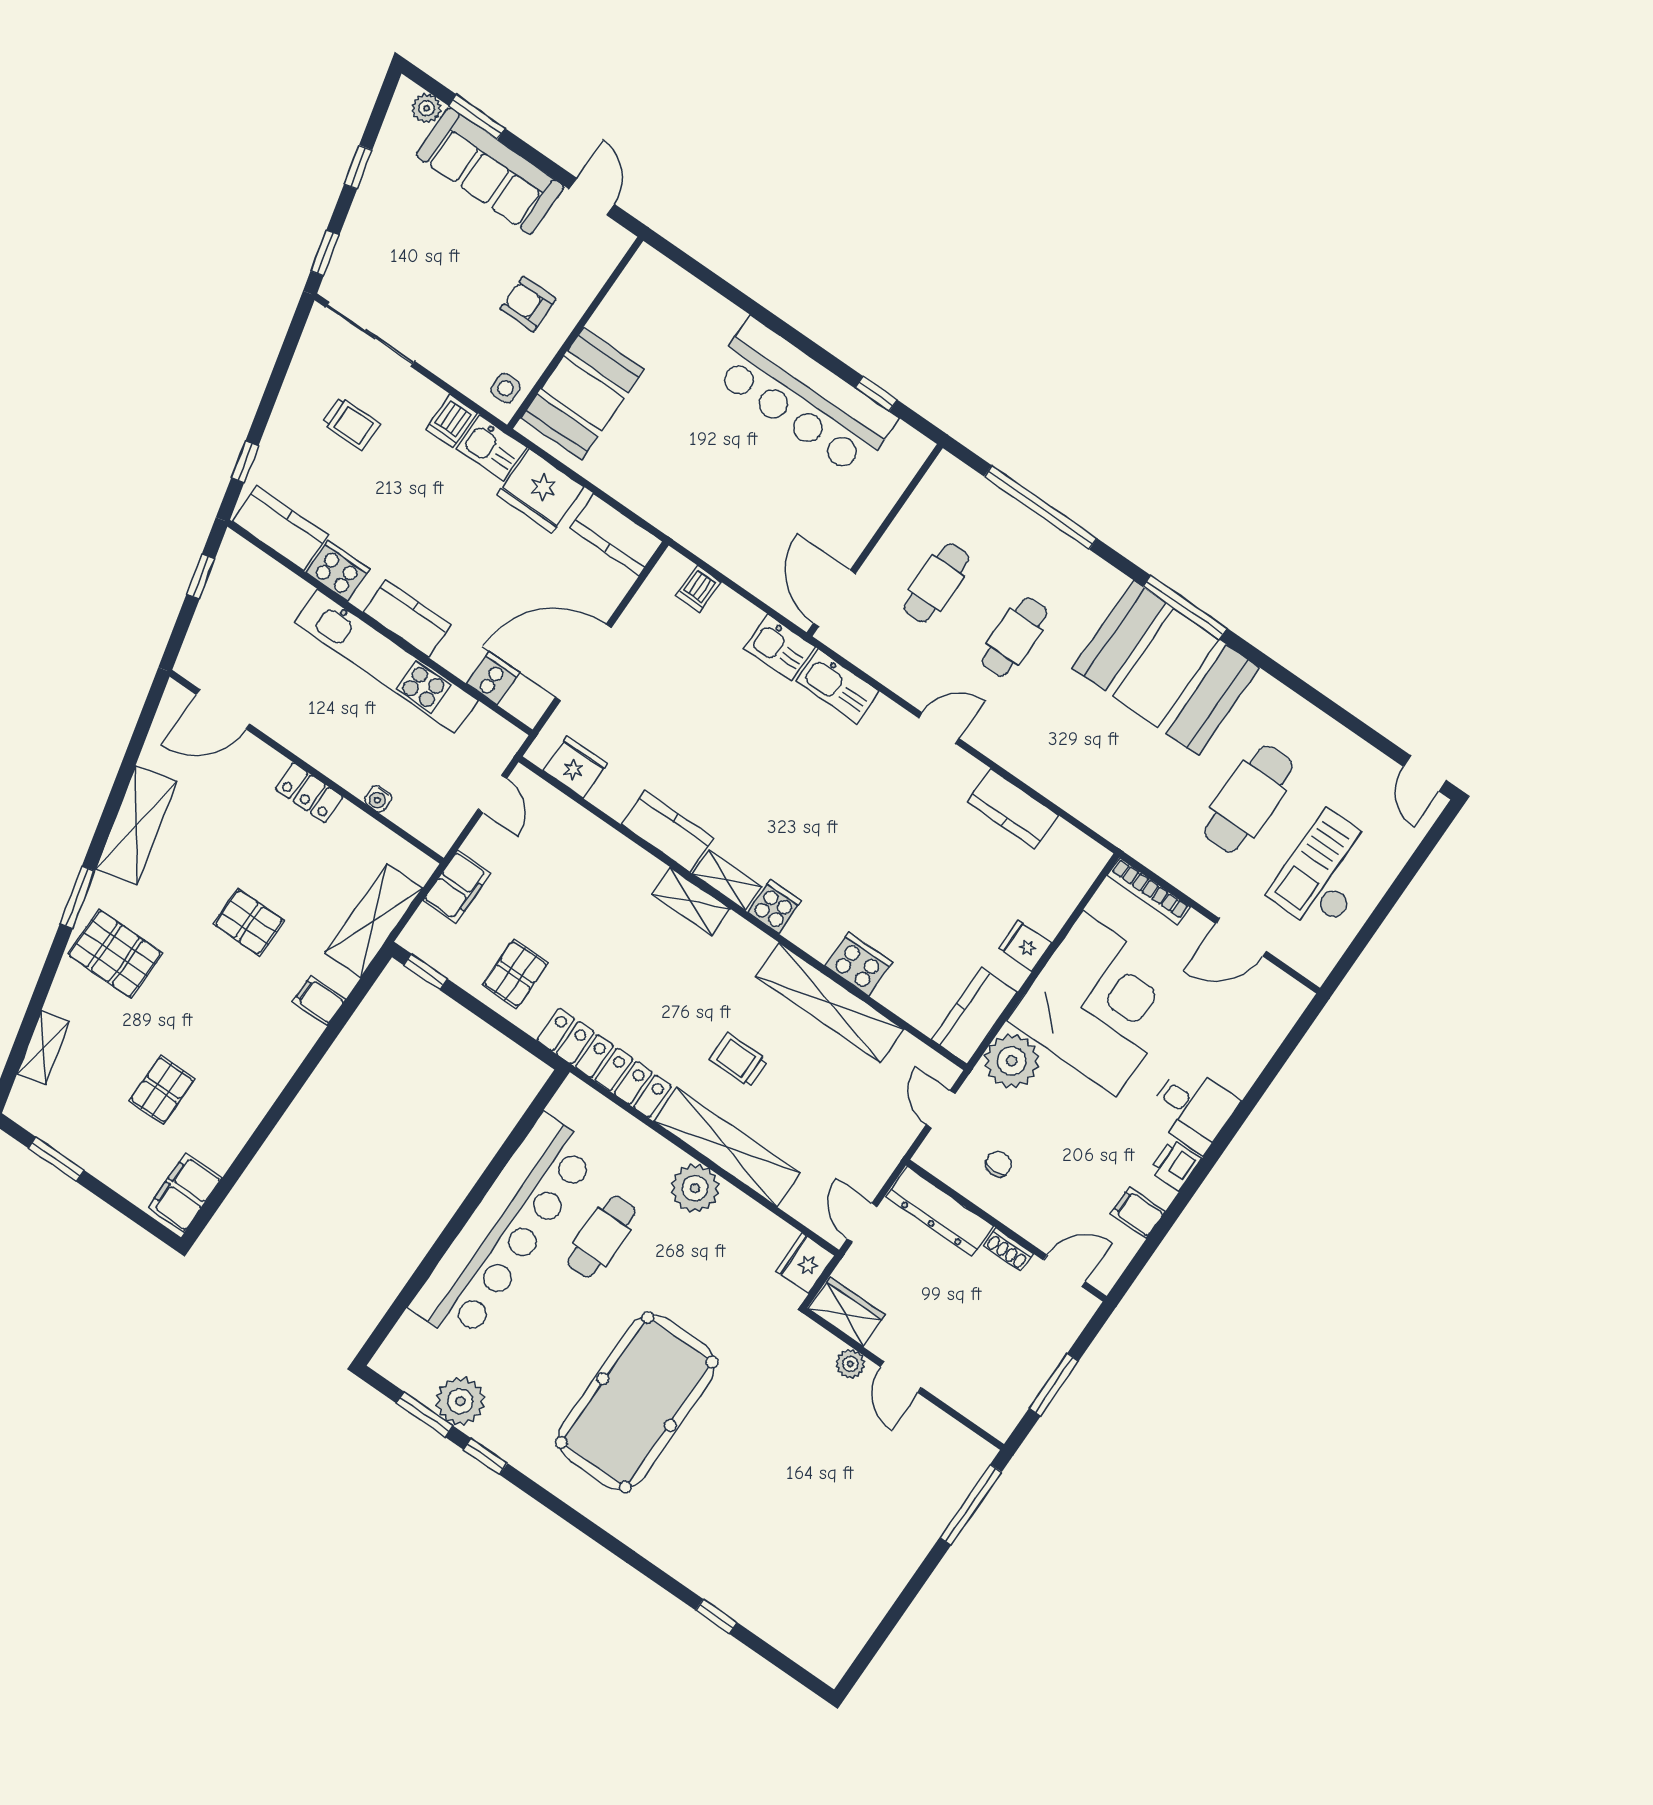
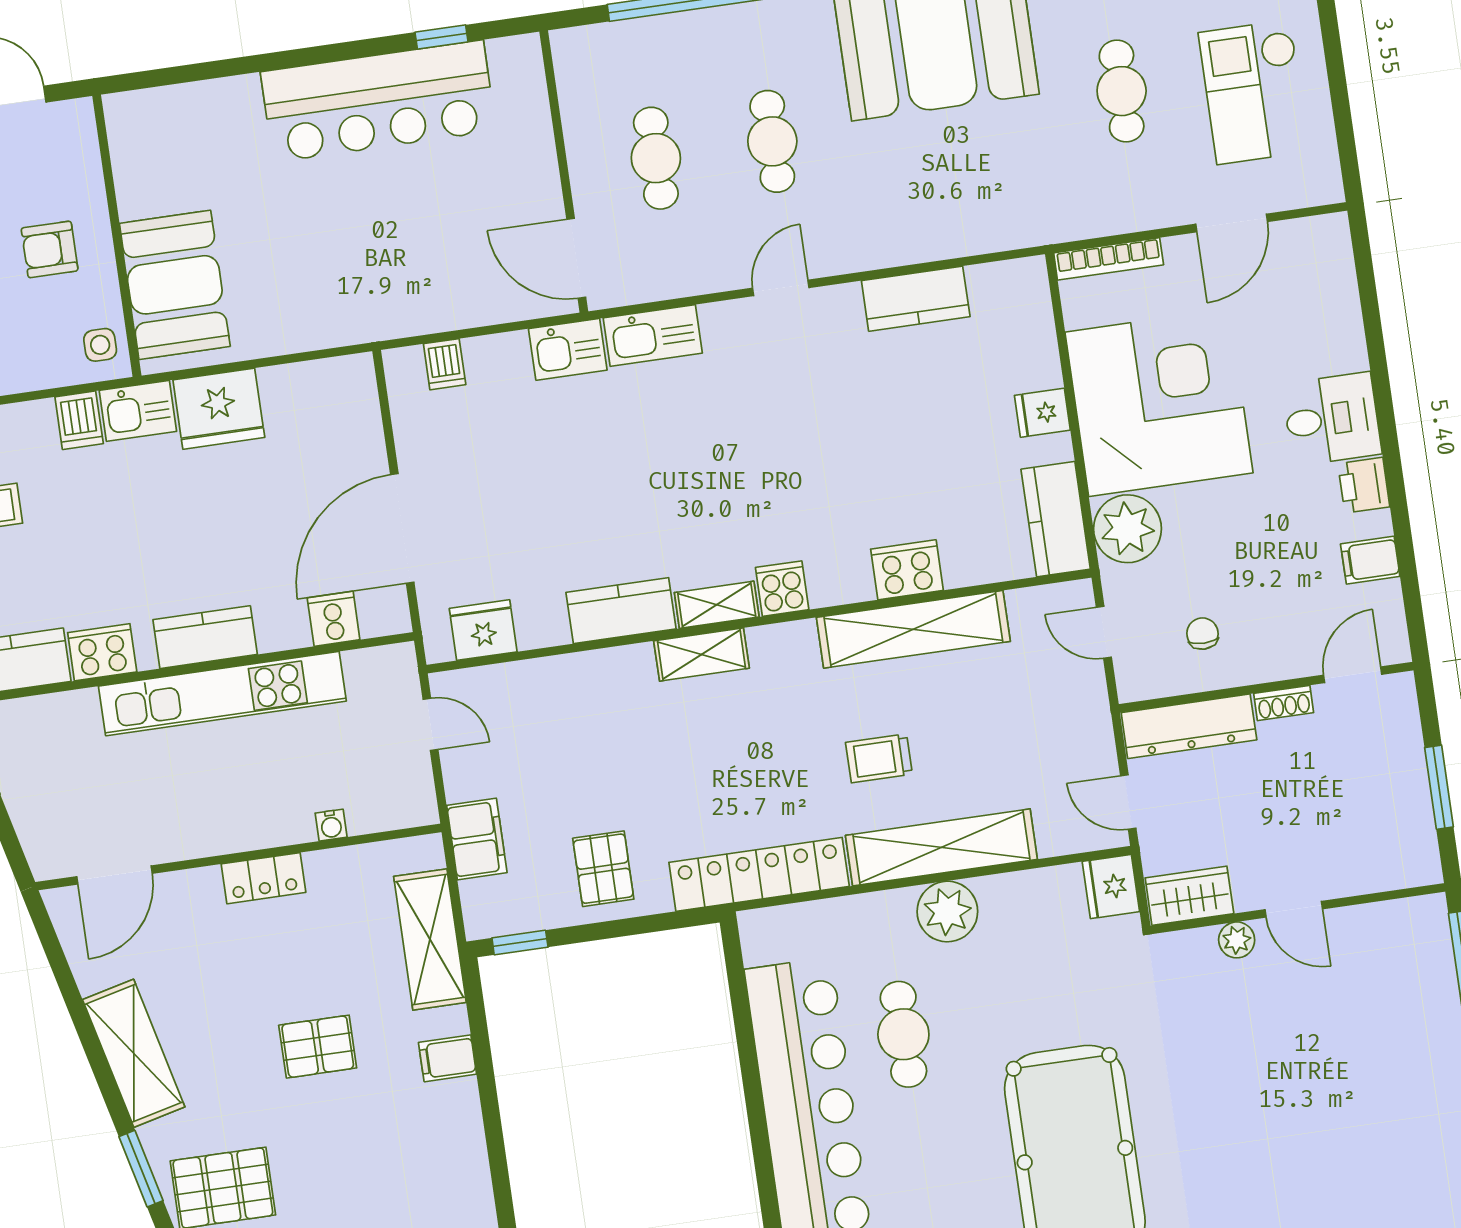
kitchen counter: (616, 535) -> (324, 384), removed
cafe table: (1248, 799) -> (1122, 91), width x0.73, depth x0.74

